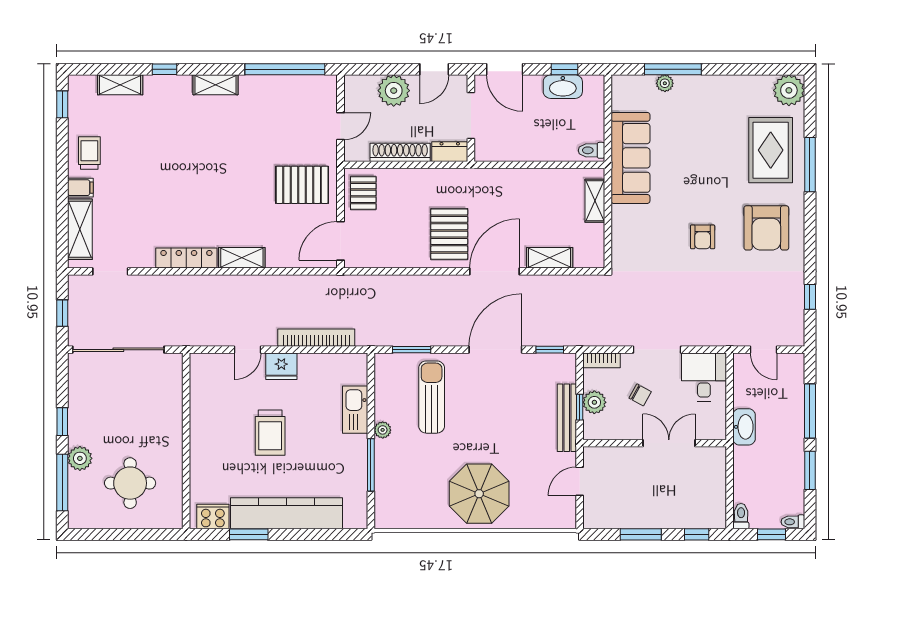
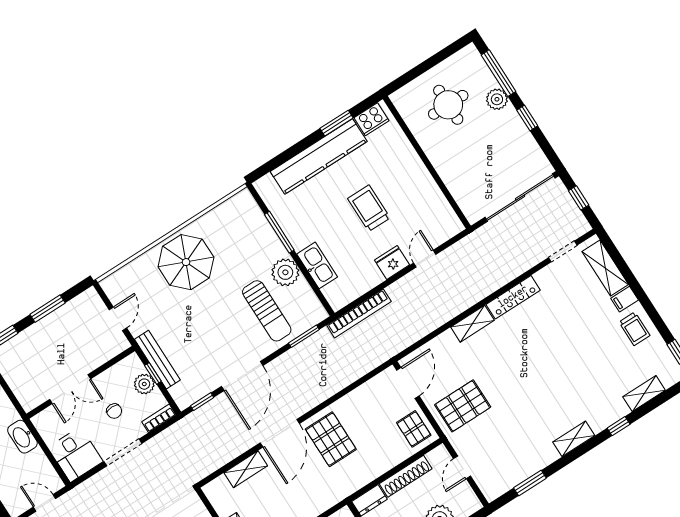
window: (285, 69) -> (530, 483), width x0.47
bookcase: (316, 338) -> (359, 313), moved
chair: (640, 395) -> (114, 411), turned -119
plant: (383, 430) -> (285, 272), width x1.88, depth x1.88

